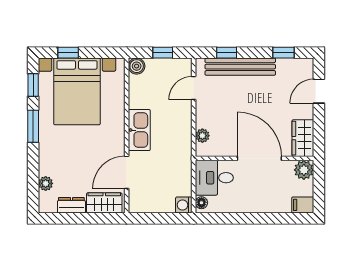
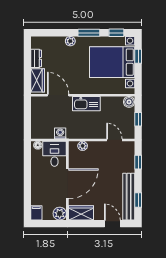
bench: (240, 67) -> (129, 197), moved
plant: (46, 183) -> (70, 41), moved
washing machine: (184, 205) -> (60, 133), moved

